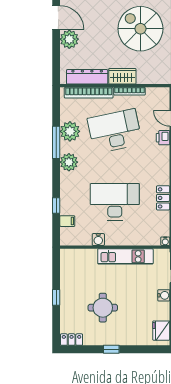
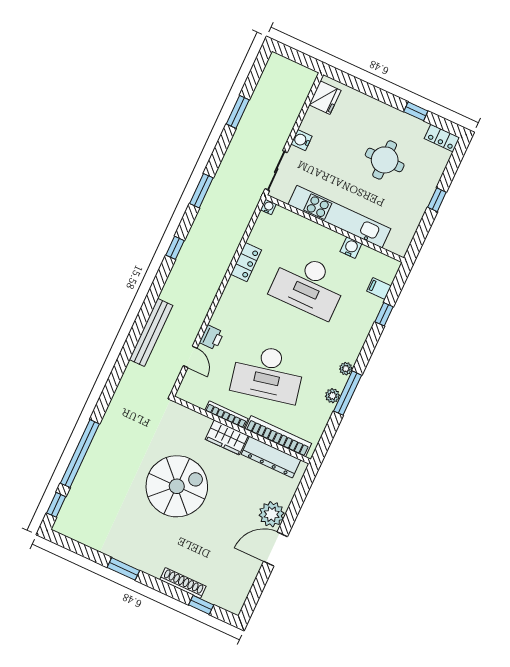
door: (56, 17) -> (276, 549), hinge flipped
spiral stairs: (140, 29) -> (177, 486), turned -90
plant: (70, 131) -> (332, 396), width x0.53, depth x0.53
plant: (69, 162) -> (346, 369), width x0.53, depth x0.53
kitchen unit: (125, 256) -> (339, 217), width x1.36
window: (111, 349) -> (416, 111), moved

